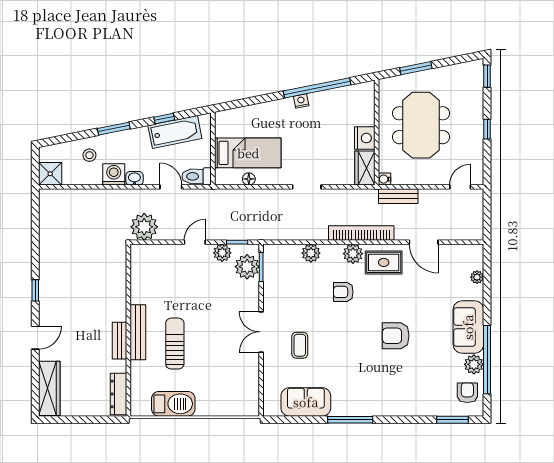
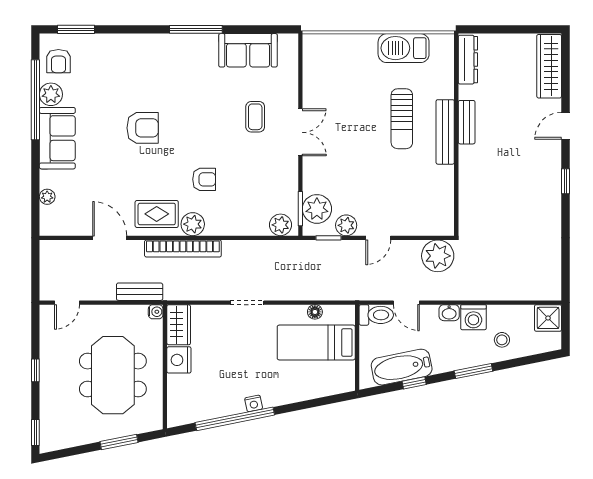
plant: (311, 253) -> (281, 225), moved

